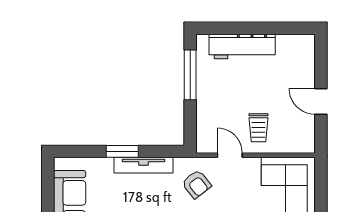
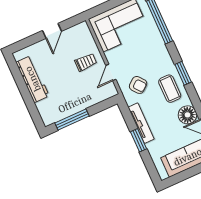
workbench: (242, 46) -> (33, 79), moved
armchair: (196, 184) -> (138, 85), turned 89

